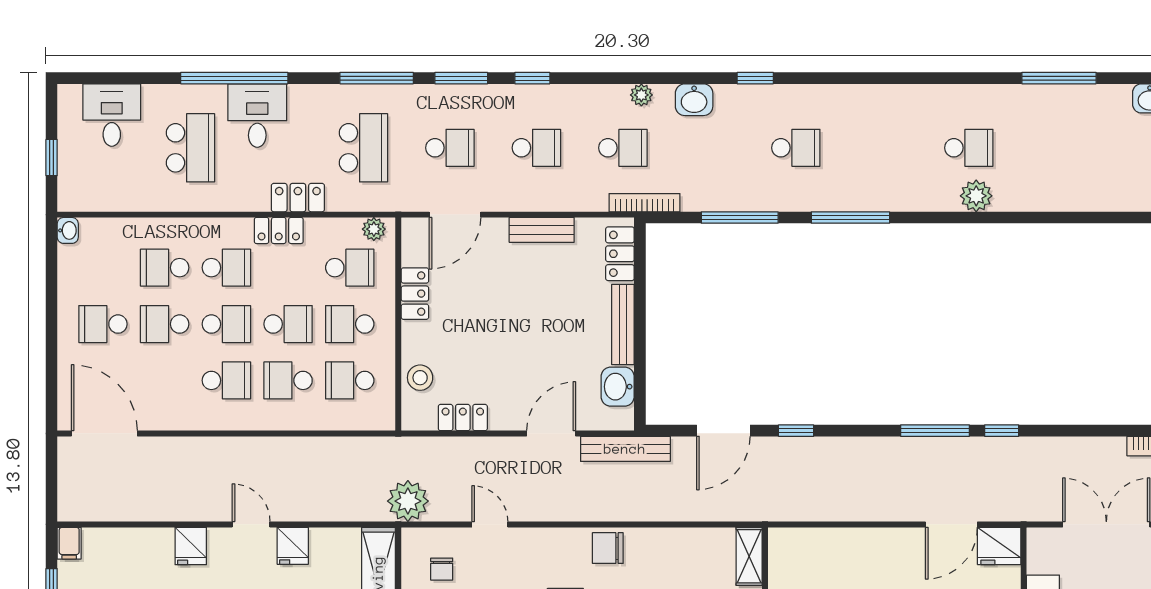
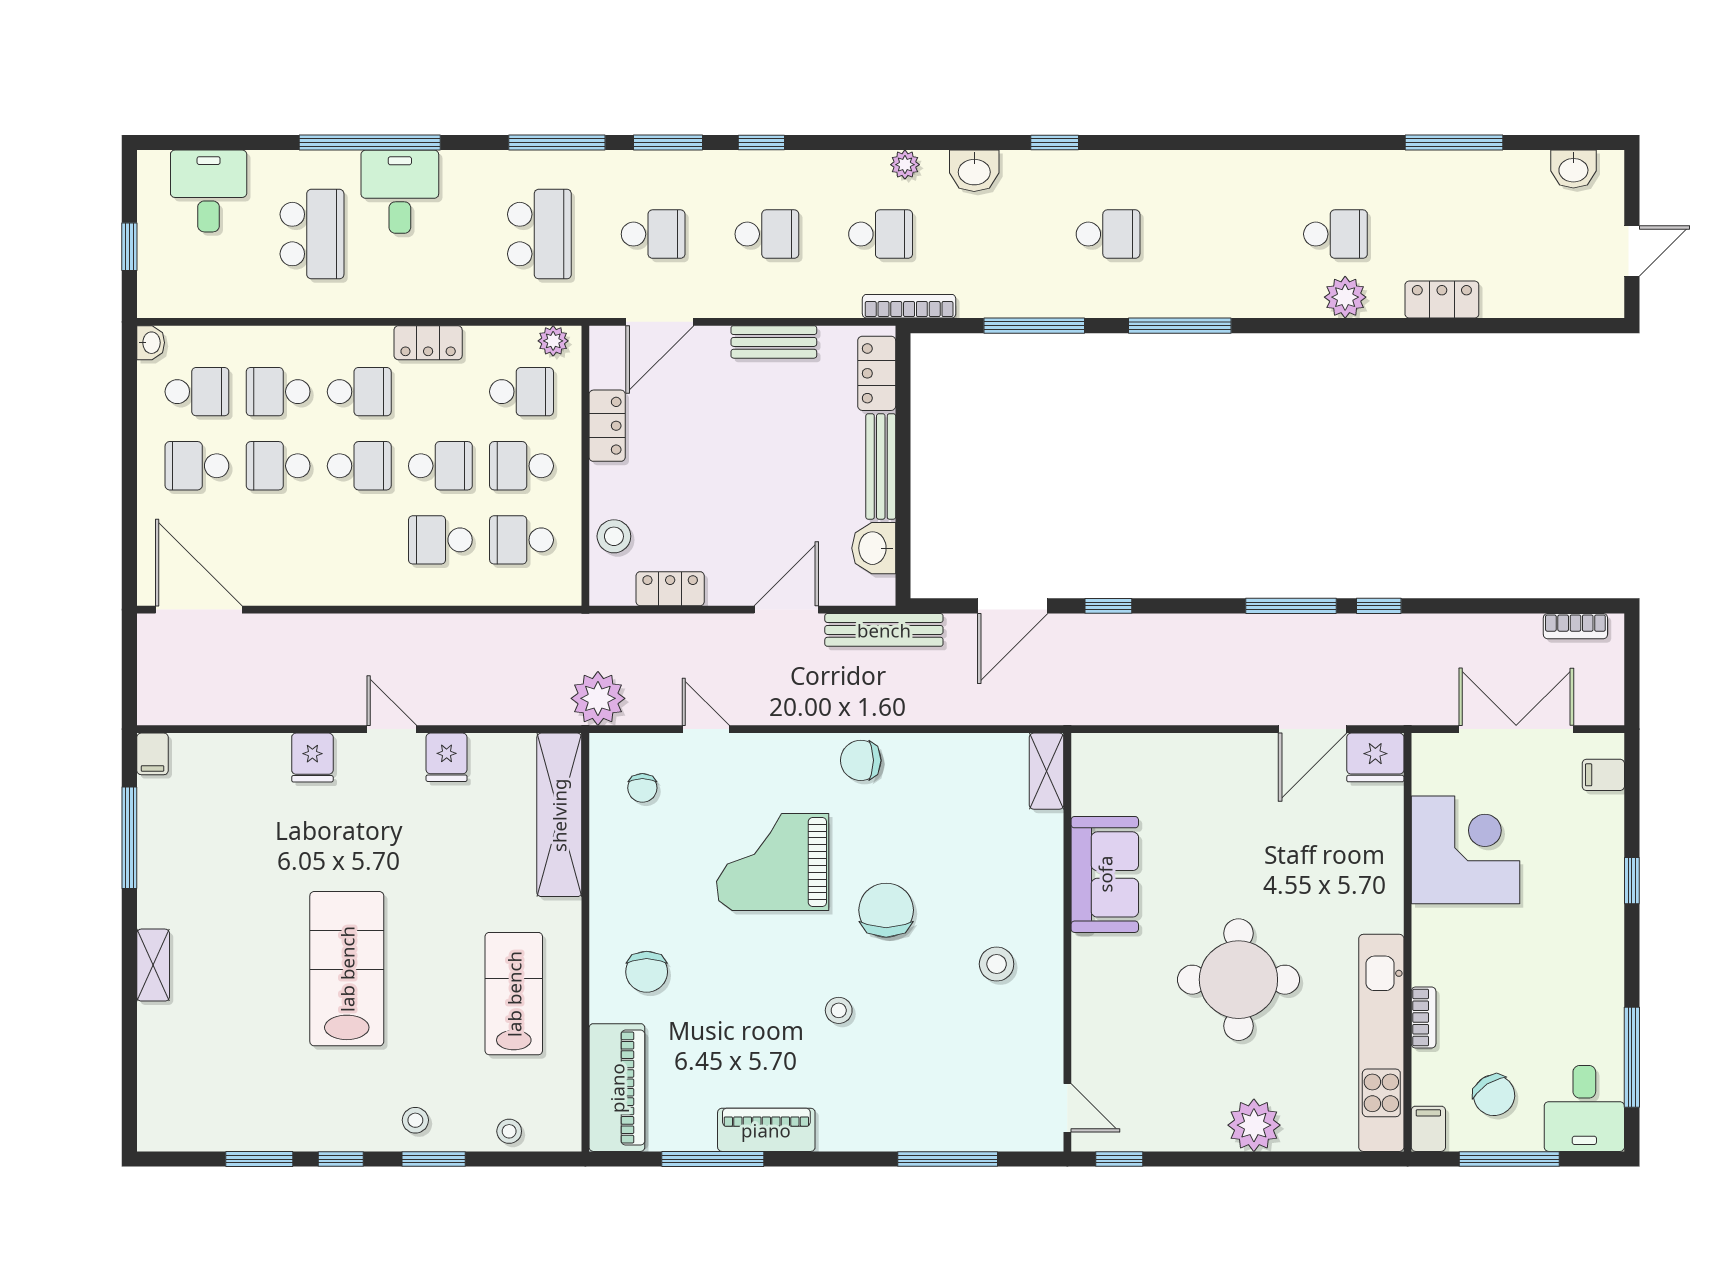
locker: (298, 198) -> (1442, 300), moved
school desk: (226, 380) -> (197, 392), moved

